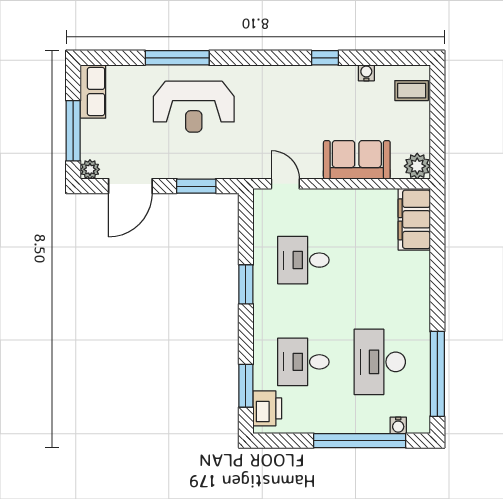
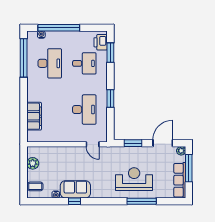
row of seats: (93, 91) -> (180, 180), width x1.48
sofa: (357, 160) -> (75, 189), moved, turned 180
plant: (417, 166) -> (33, 163), moved
filing cabinet: (414, 219) -> (34, 116), moved
desk: (303, 260) -> (84, 110), width x1.37

